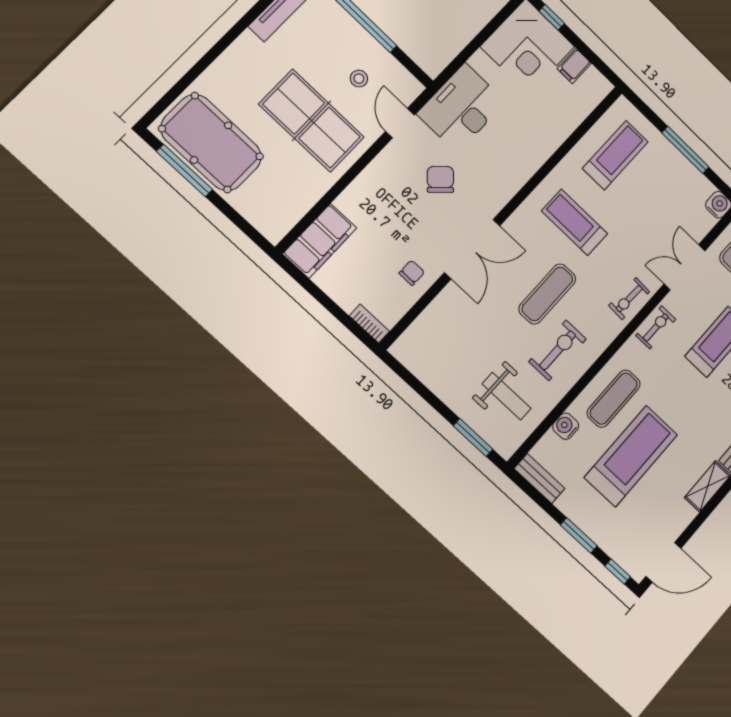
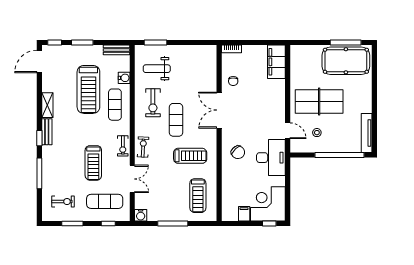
chair: (440, 179) -> (238, 152), moved

